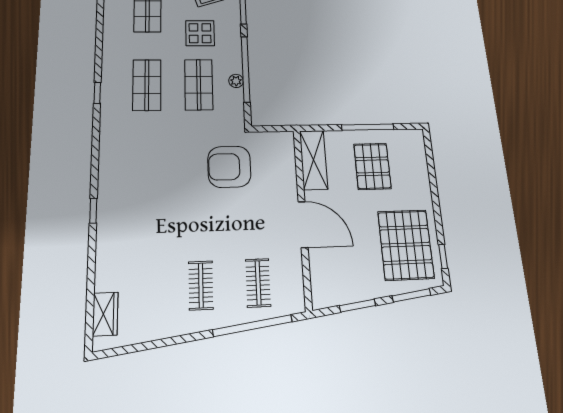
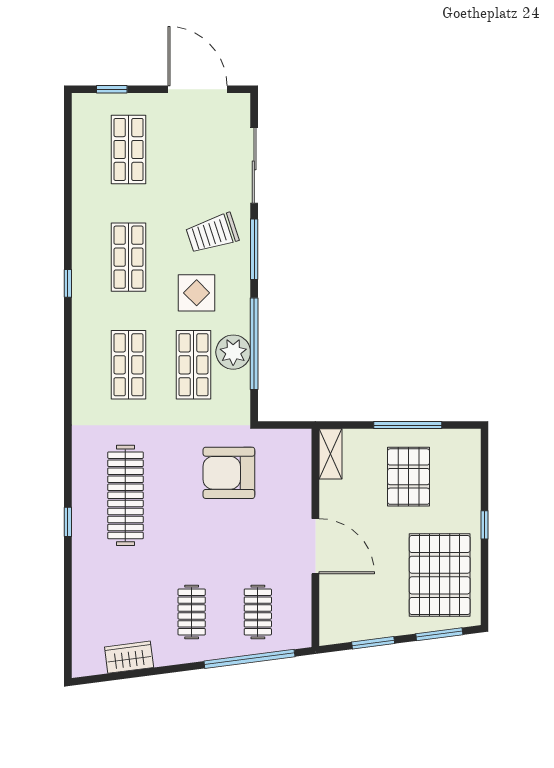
plant: (236, 81) -> (233, 352), width x1.88, depth x1.88
window: (97, 93) -> (68, 283), moved
shelving: (314, 160) -> (330, 454), width x0.67, depth x0.75
clothes rail: (143, 187) -> (125, 495), added
window: (443, 256) -> (484, 525), moved
wardrobe: (105, 314) -> (129, 657), moved, turned -97

